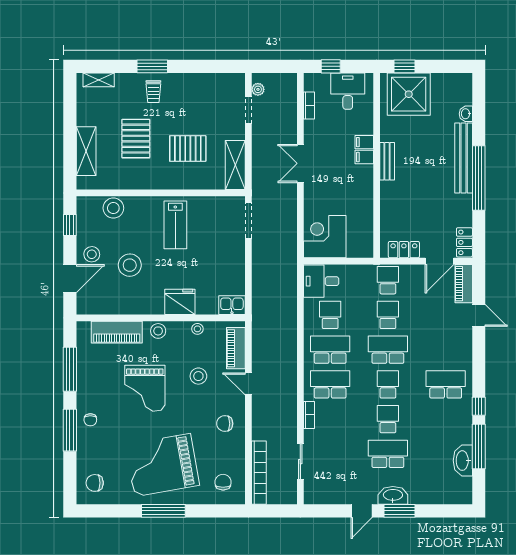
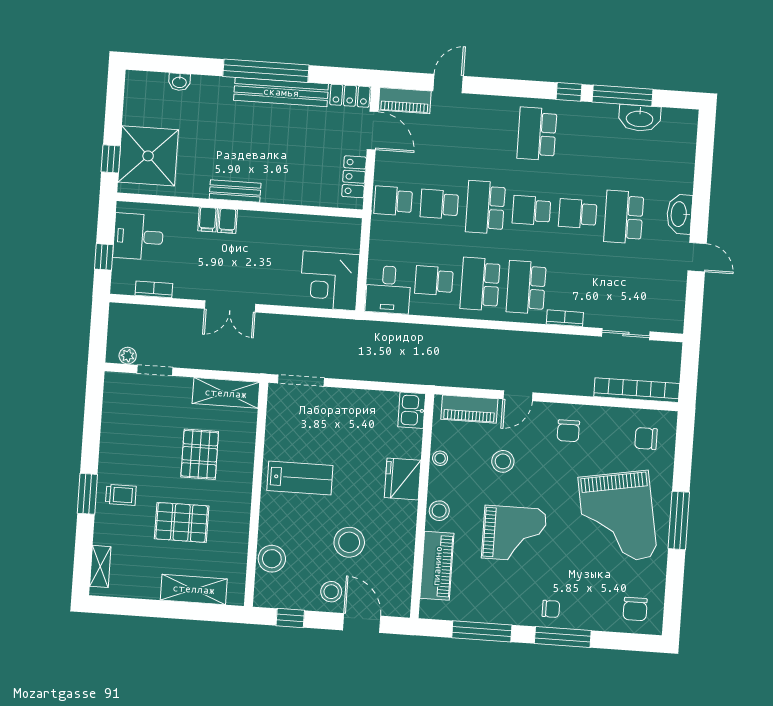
bench: (464, 158) -> (281, 92), moved
window: (400, 511) -> (701, 207), removed

